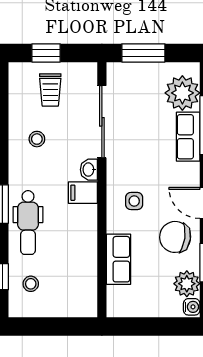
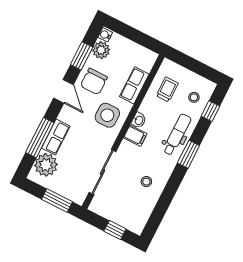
trolley: (50, 90) -> (167, 89), moved
washbasin: (89, 170) -> (139, 120), moved
side table: (134, 201) -> (107, 115), width x1.87, depth x1.87
chair: (175, 237) -> (94, 81), turned 82

